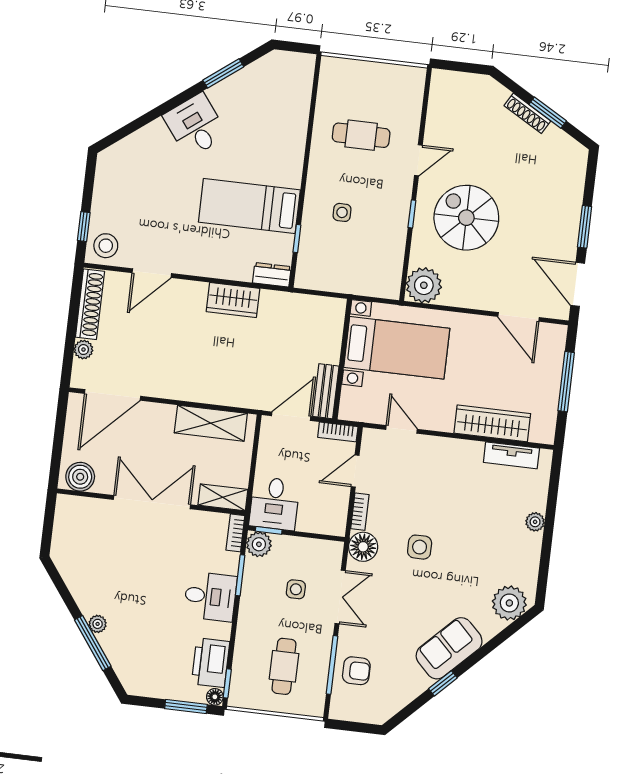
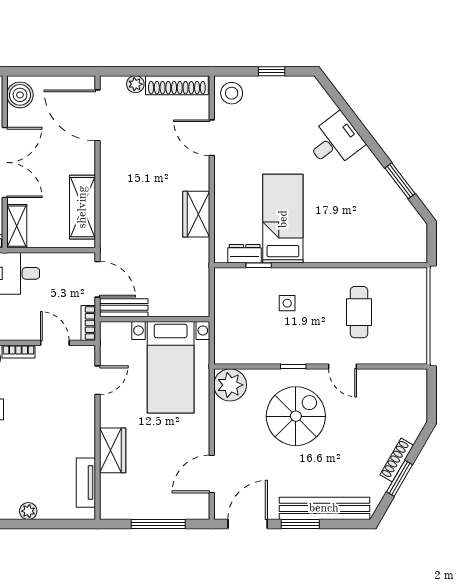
desk: (195, 125) -> (335, 141), moved
bench: (571, 198) -> (324, 508), added
window: (84, 227) -> (272, 71), moved
dresser: (272, 275) -> (245, 254), moved, turned -90
wardrobe: (492, 423) -> (113, 450), width x0.67

